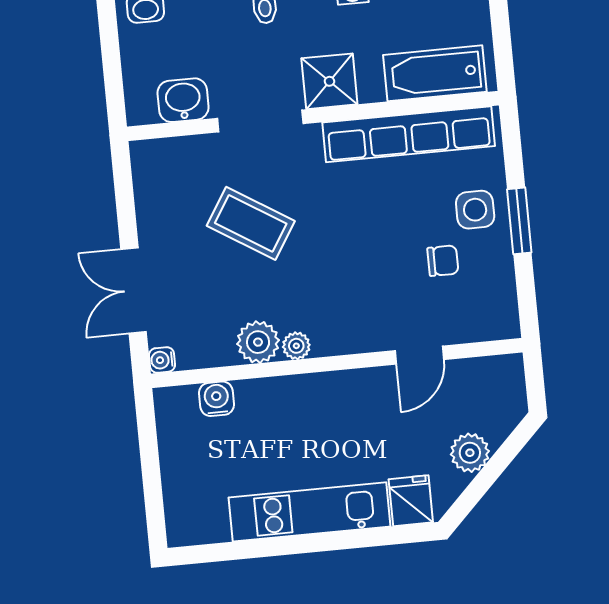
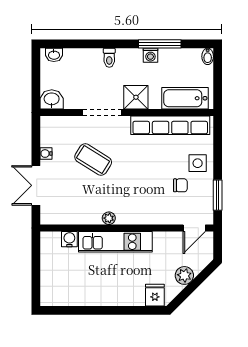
washbasin: (183, 100) -> (52, 99), moved
window: (519, 221) -> (218, 195), moved
plant: (258, 342) -> (91, 215), removed
door: (419, 355) -> (194, 228), moved
water cooler: (162, 360) -> (46, 154), moved
kitchen unit: (309, 512) -> (115, 242), moved, turned 180

